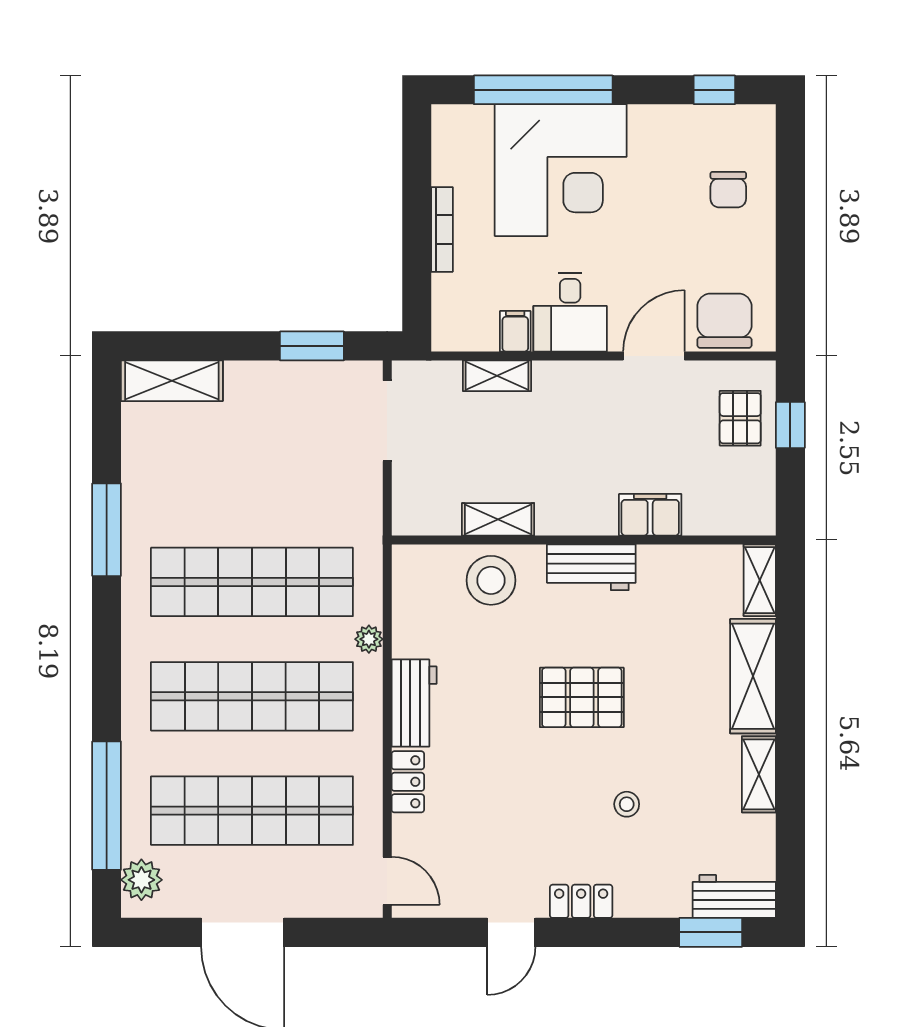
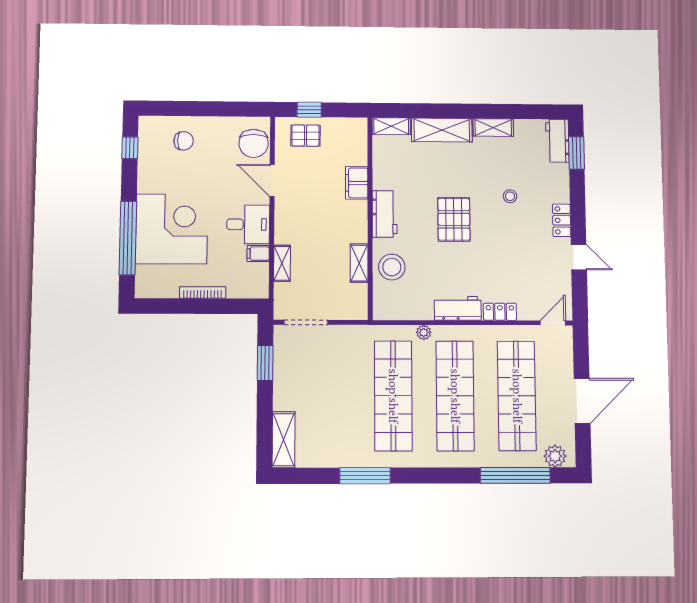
chair: (724, 321) -> (254, 143), turned -90

